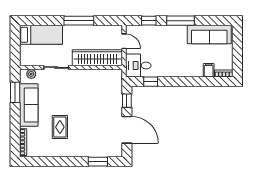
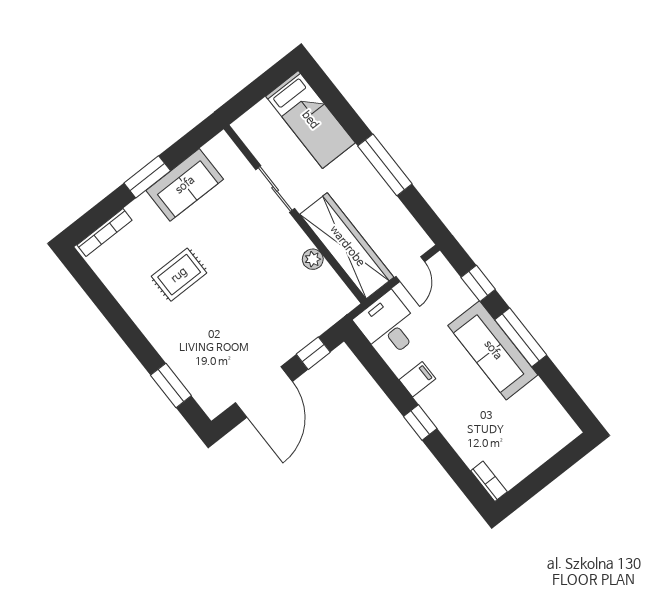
sofa: (209, 35) -> (493, 350), moved
filing cabinet: (209, 70) -> (417, 379), moved
plant: (31, 74) -> (313, 259), moved
window: (151, 82) -> (420, 423), moved
window: (15, 92) -> (147, 177), moved
sofa: (29, 105) -> (185, 185), width x0.73

